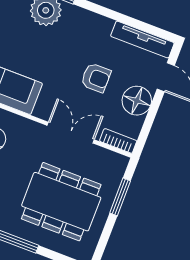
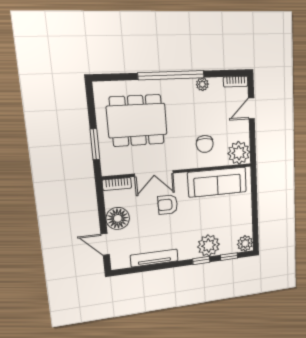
tv unit: (142, 40) -> (154, 258), moved
armchair: (96, 78) -> (168, 205), moved

